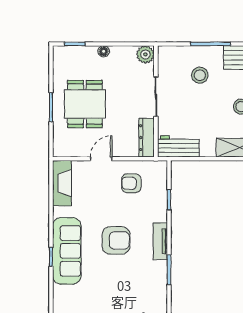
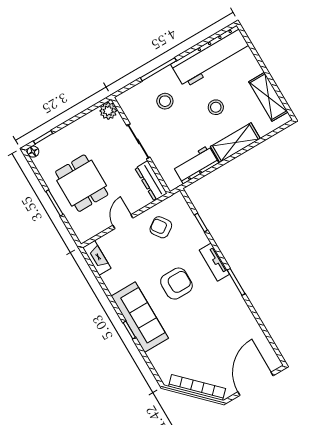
floor lamp: (104, 51) -> (33, 152), moved
workbench: (178, 146) -> (196, 164), moved
fireplace: (62, 183) -> (97, 258), width x0.73, depth x0.76
armchair: (131, 183) -> (161, 227), turned 55

